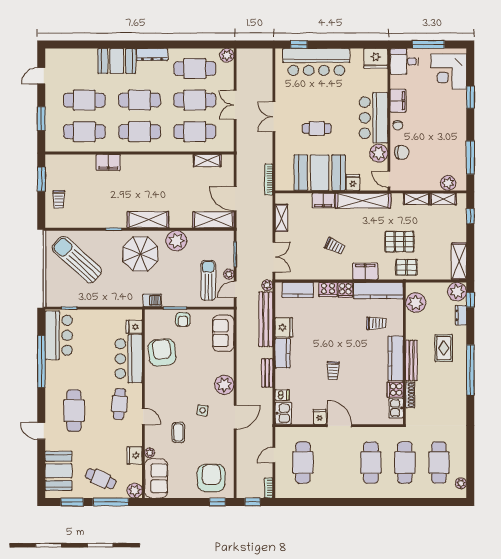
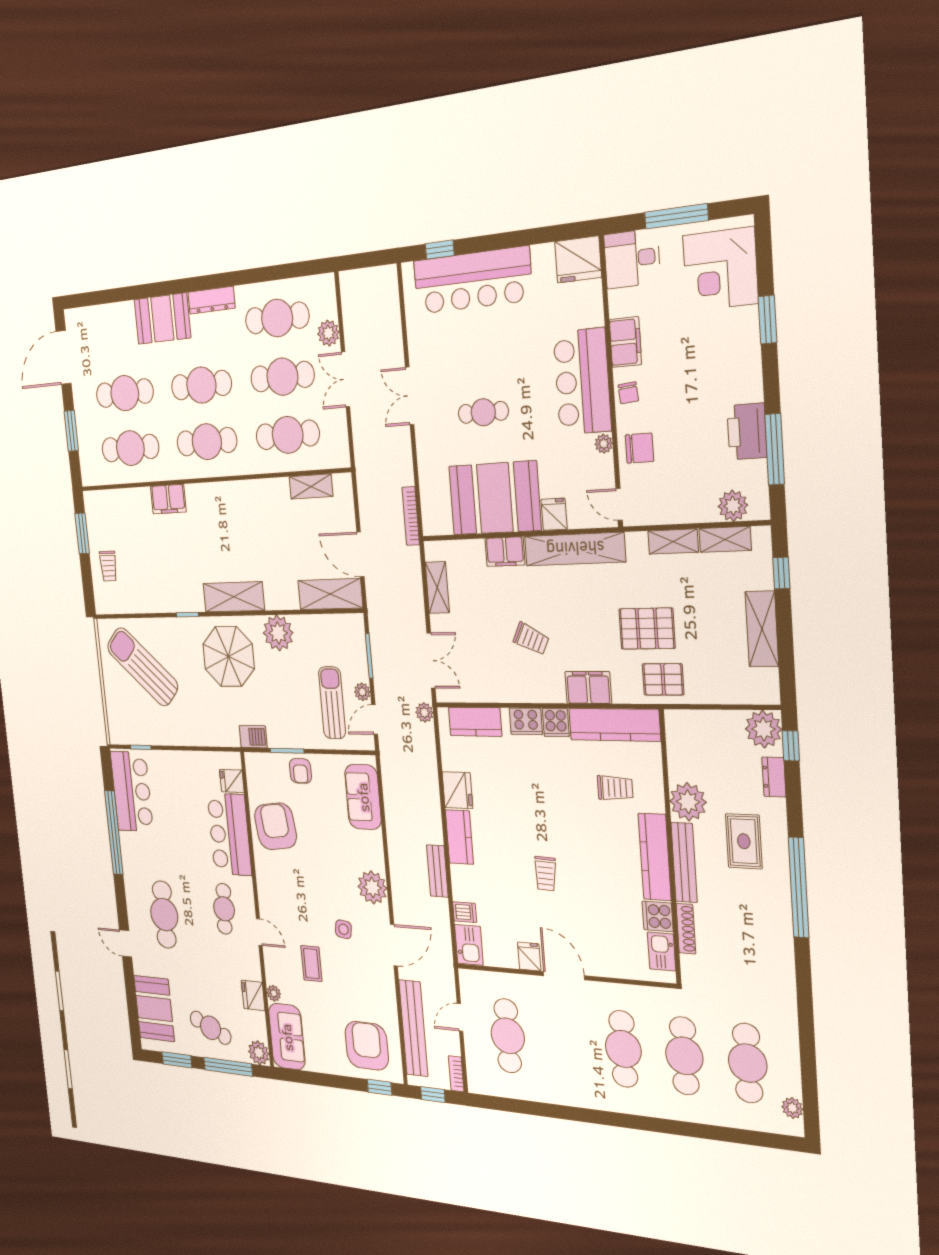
plant: (227, 55) -> (328, 333), moved
door: (41, 76) -> (64, 357), width x1.87
printer: (457, 148) -> (747, 431), added
plant: (379, 153) -> (604, 444), width x0.53, depth x0.53
shelving: (459, 261) -> (762, 629), moved
plant: (416, 303) -> (688, 802), moved
bench: (266, 319) -> (413, 1028), moved

